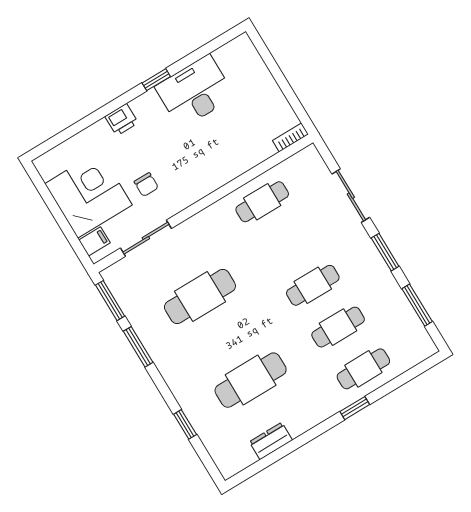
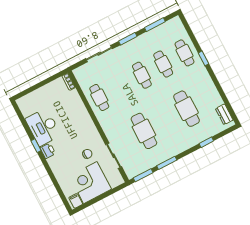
printer: (122, 120) -> (48, 151), moved
filing cabinet: (94, 241) -> (76, 201), moved
dresser: (271, 441) -> (224, 114), moved

